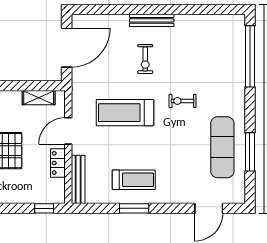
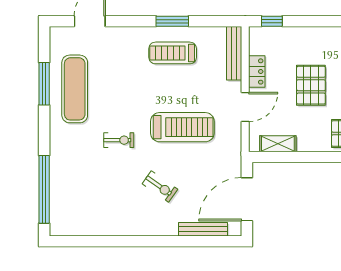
bench: (152, 20) -> (203, 229), moved
exercise bike: (145, 59) -> (160, 187), turned 125

